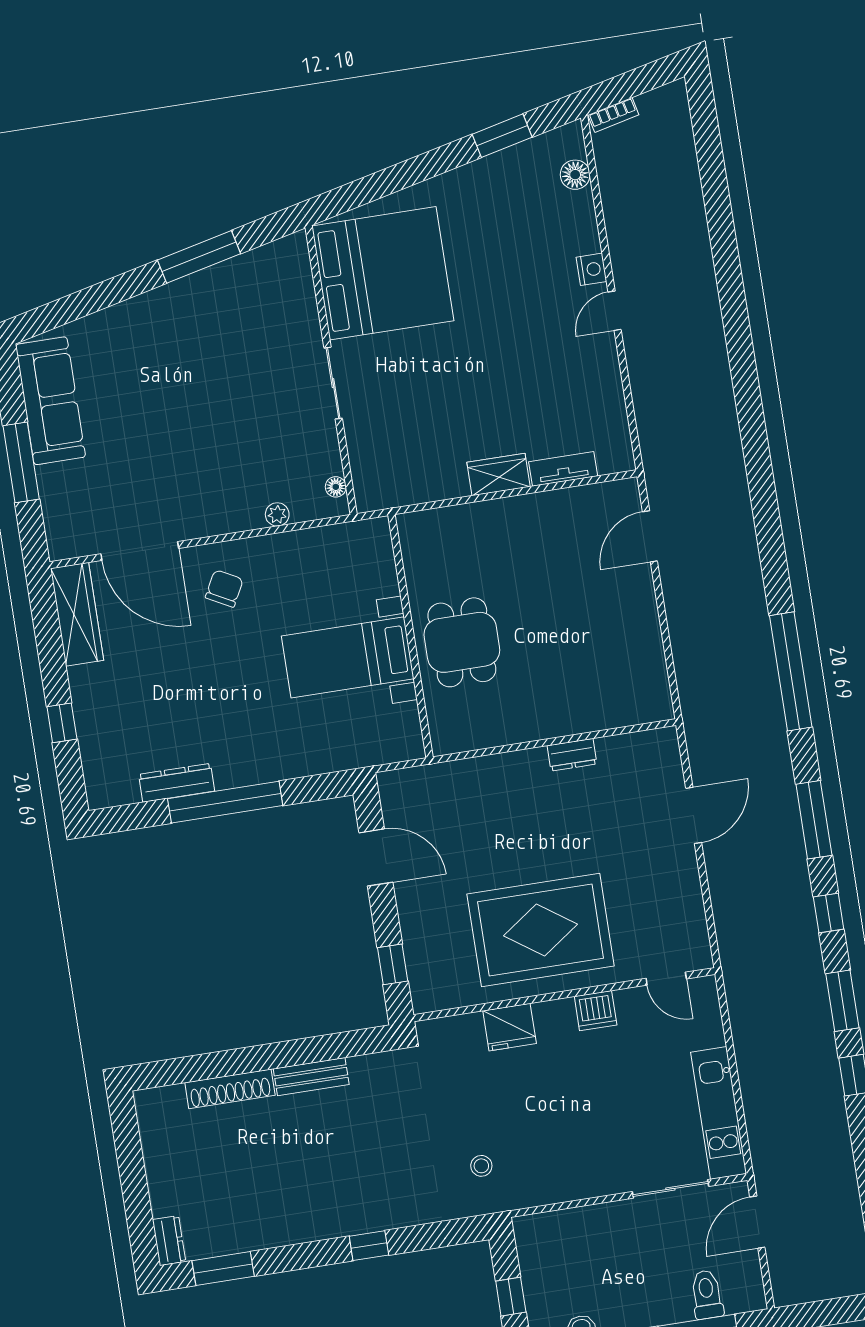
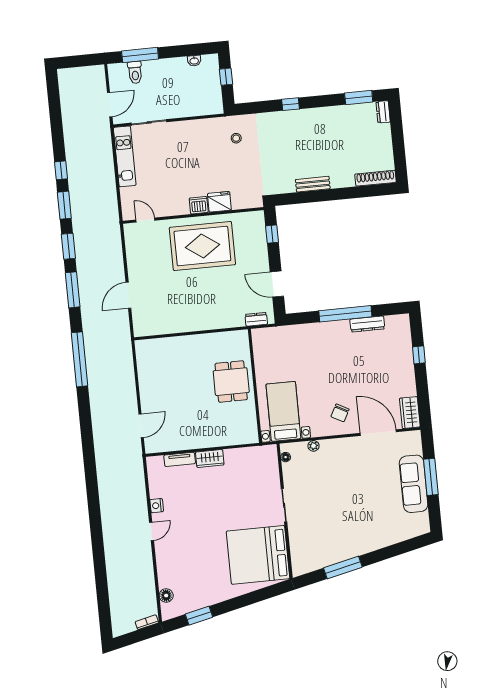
nightstand: (591, 269) -> (157, 506), moved
sofa: (50, 401) -> (414, 484), moved
wardrobe: (77, 614) -> (410, 413), width x0.67
bed with nightstands: (348, 657) -> (283, 411), moved, turned -90
dresser: (572, 755) -> (256, 319), moved
window: (829, 913) -> (68, 246), width x1.50
dishwasher: (596, 1011) -> (199, 205), moved
shoe rack: (230, 1089) -> (375, 178), moved

